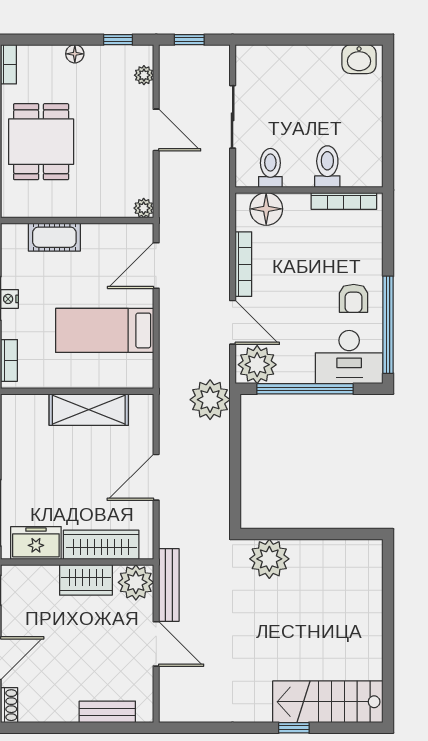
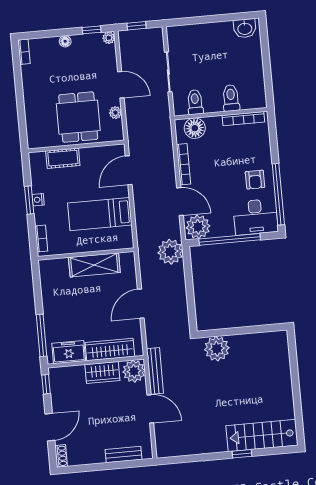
plant: (144, 75) -> (109, 38), moved
dining table: (41, 142) -> (78, 117), moved
plant: (144, 208) -> (115, 113), moved

